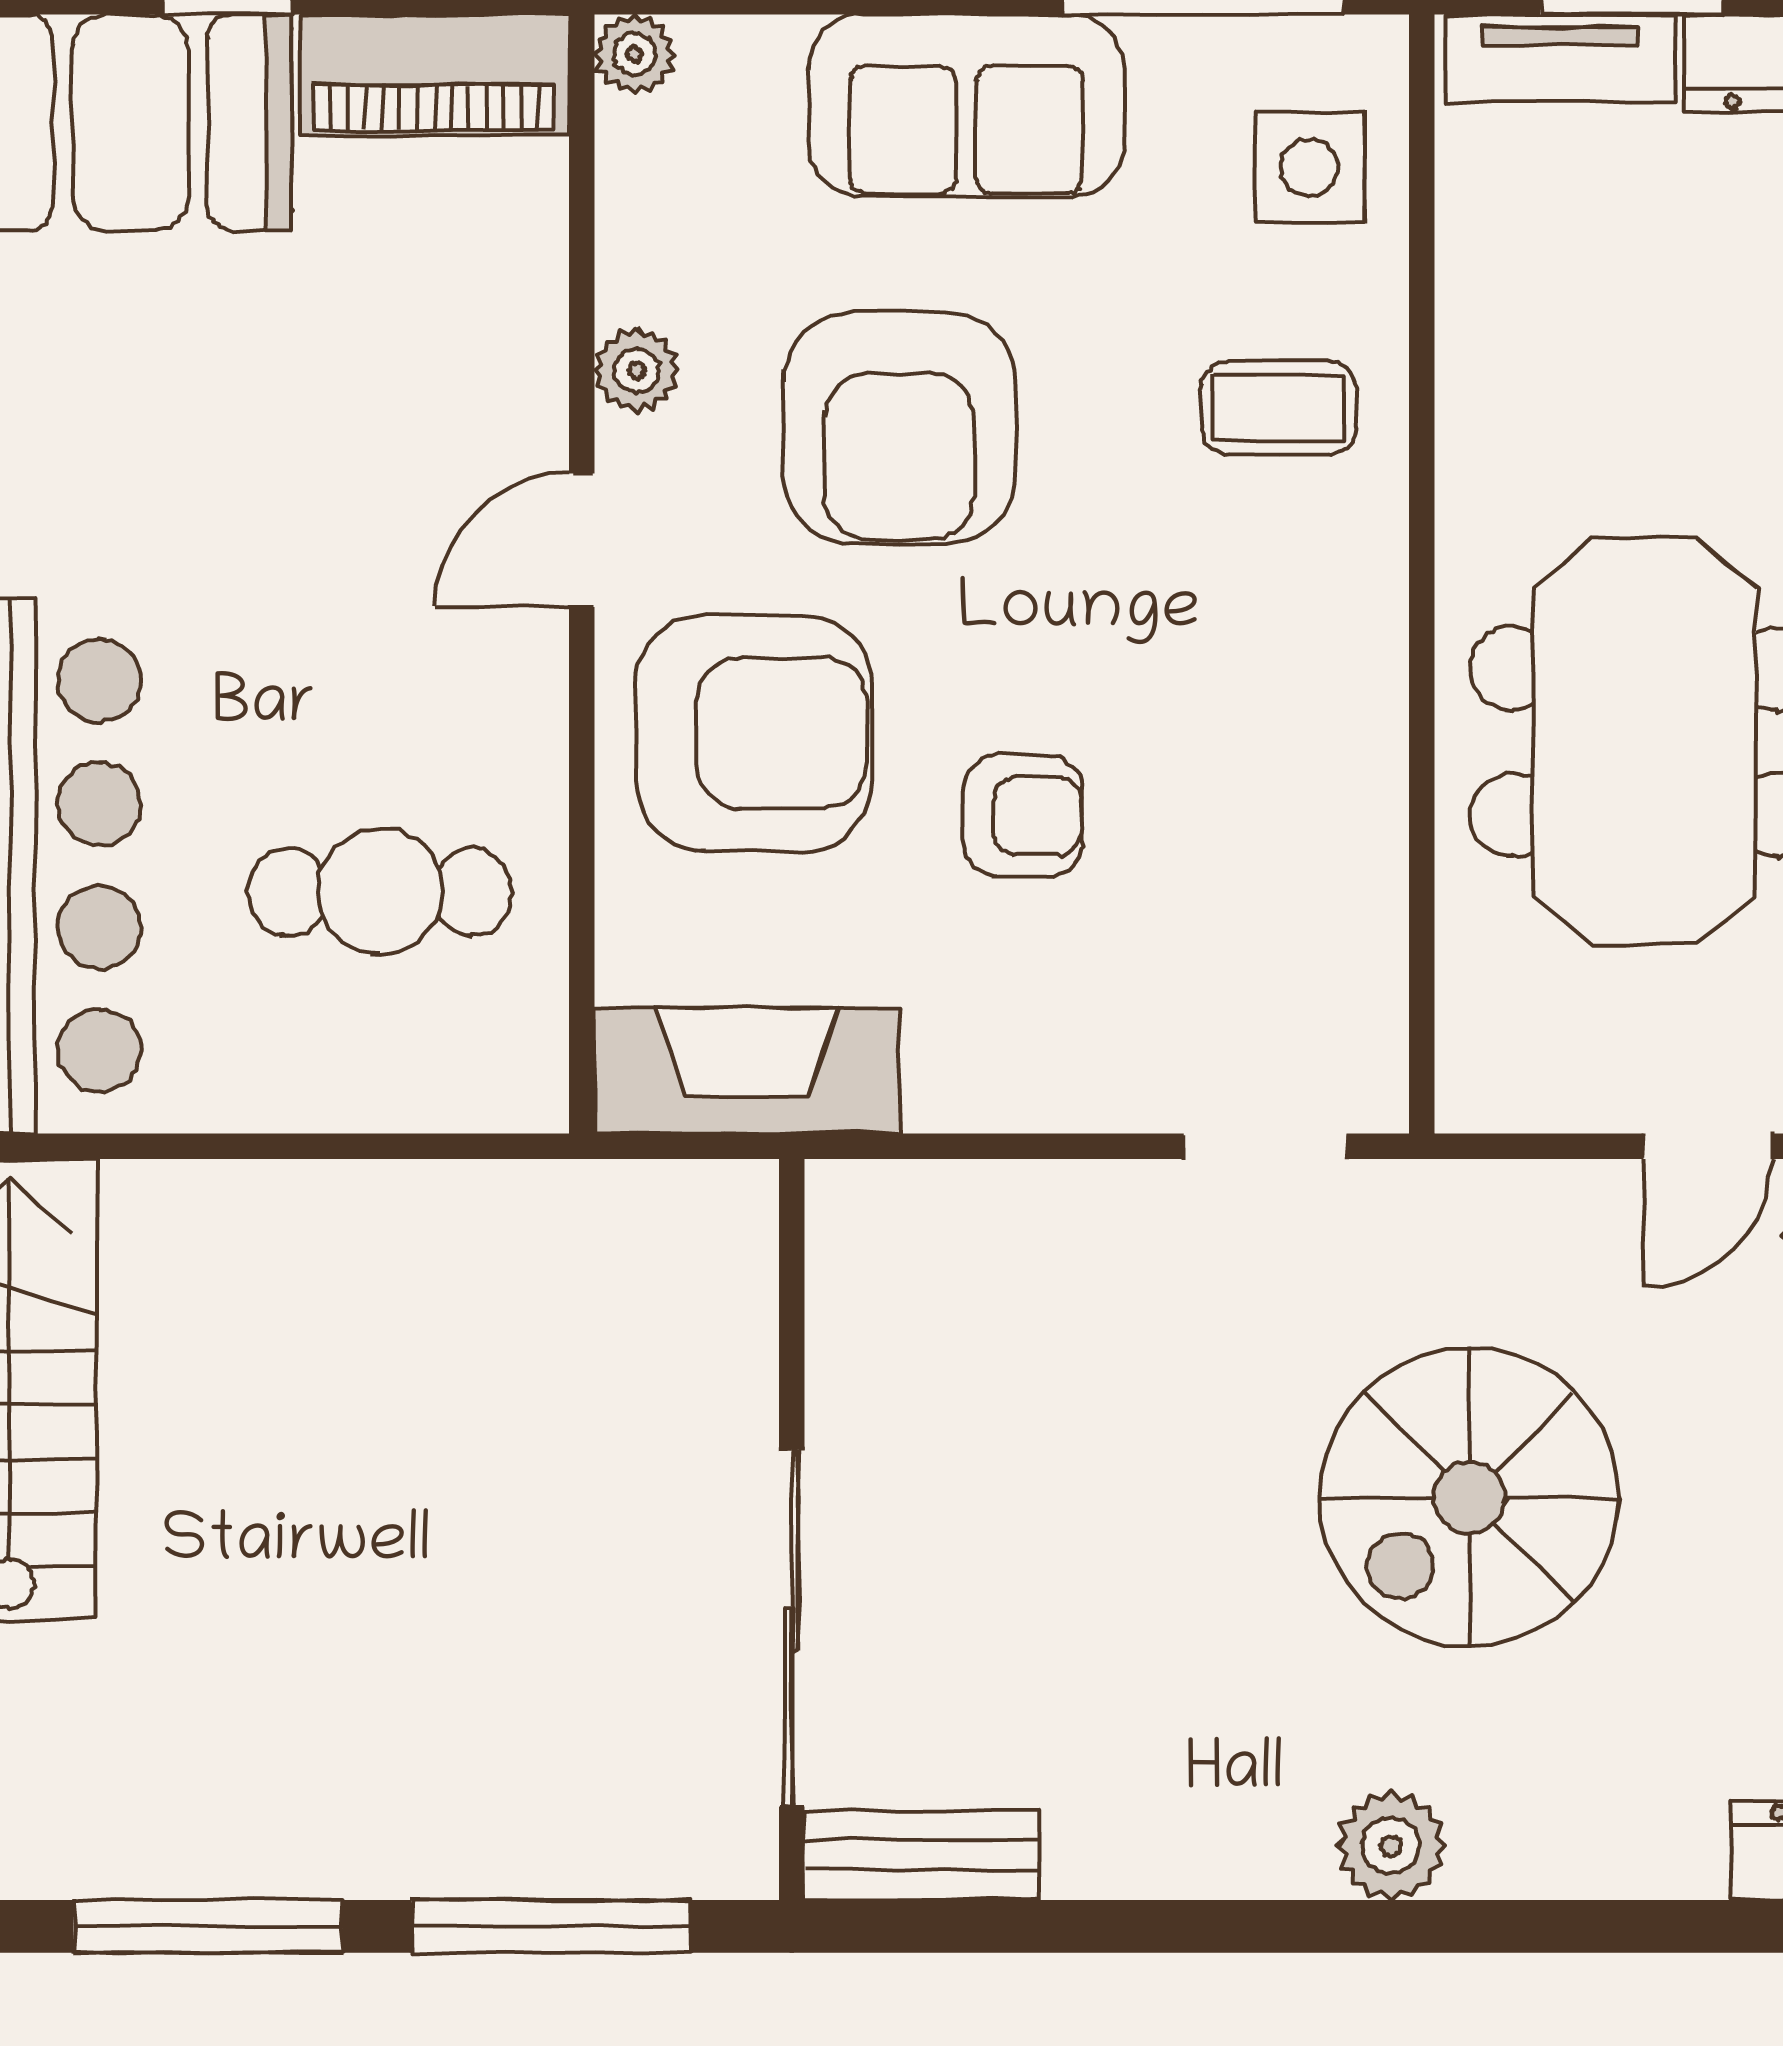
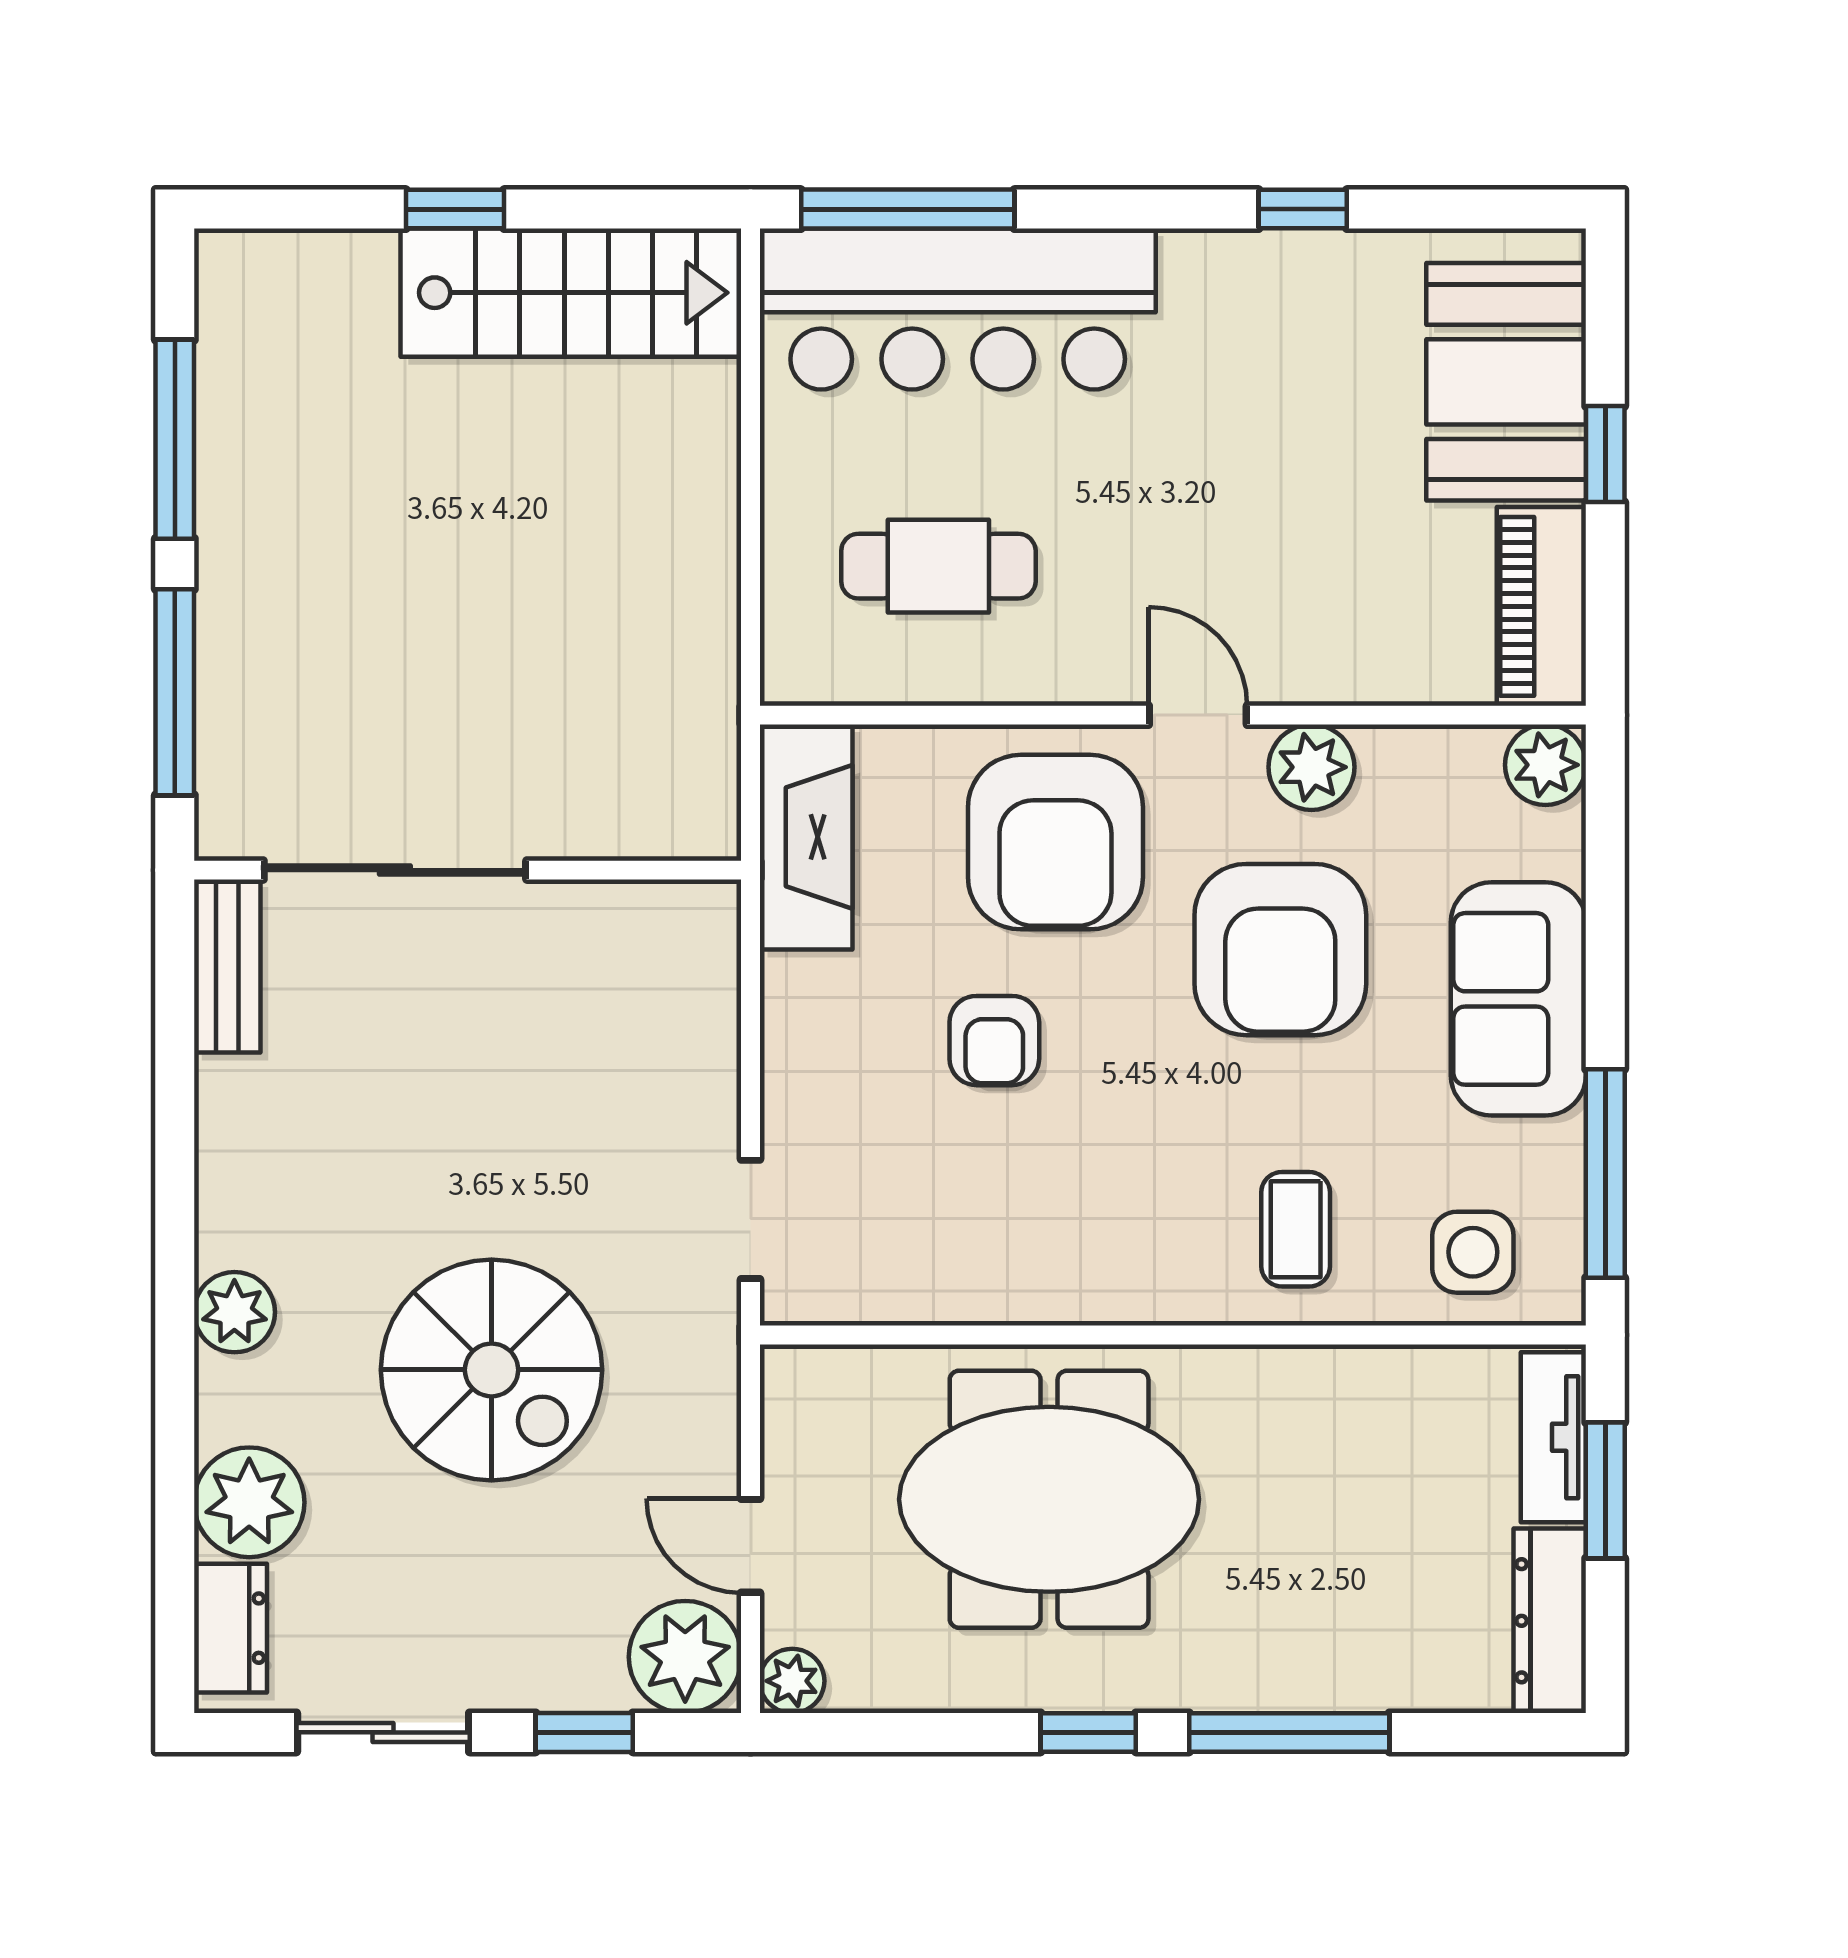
plant: (634, 54) -> (1545, 765), width x1.38, depth x1.38
plant: (637, 370) -> (1311, 767), width x1.38, depth x1.38
armchair: (899, 428) -> (1280, 950), turned -90
cafe table: (380, 892) -> (938, 566), turned 90
spiral stairs: (1469, 1497) -> (492, 1370), turned 180
plant: (1648, 1826) -> (249, 1502), added

